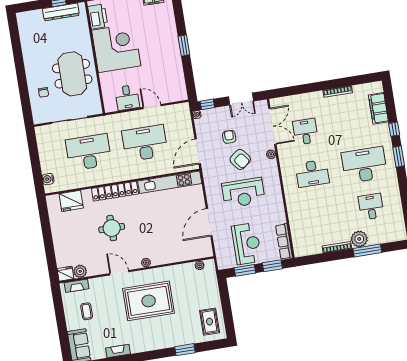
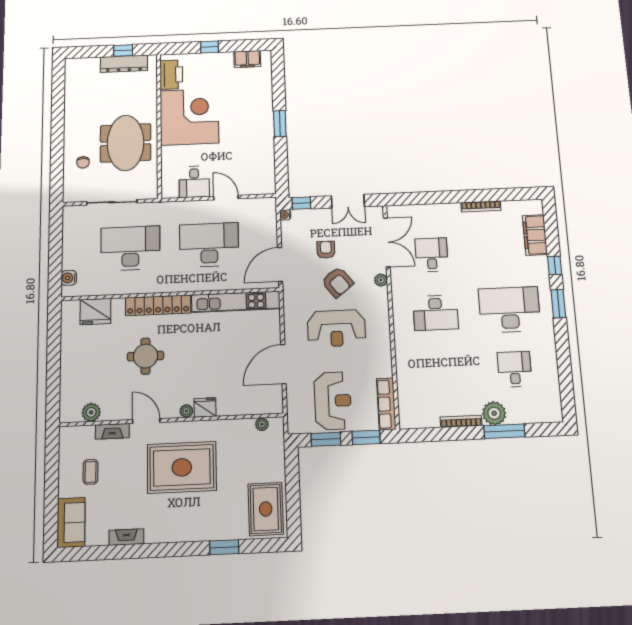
fridge: (65, 274) -> (205, 407), moved
fireplace: (77, 286) -> (112, 431), moved
rug: (210, 322) -> (266, 509), width x1.36, depth x1.43

